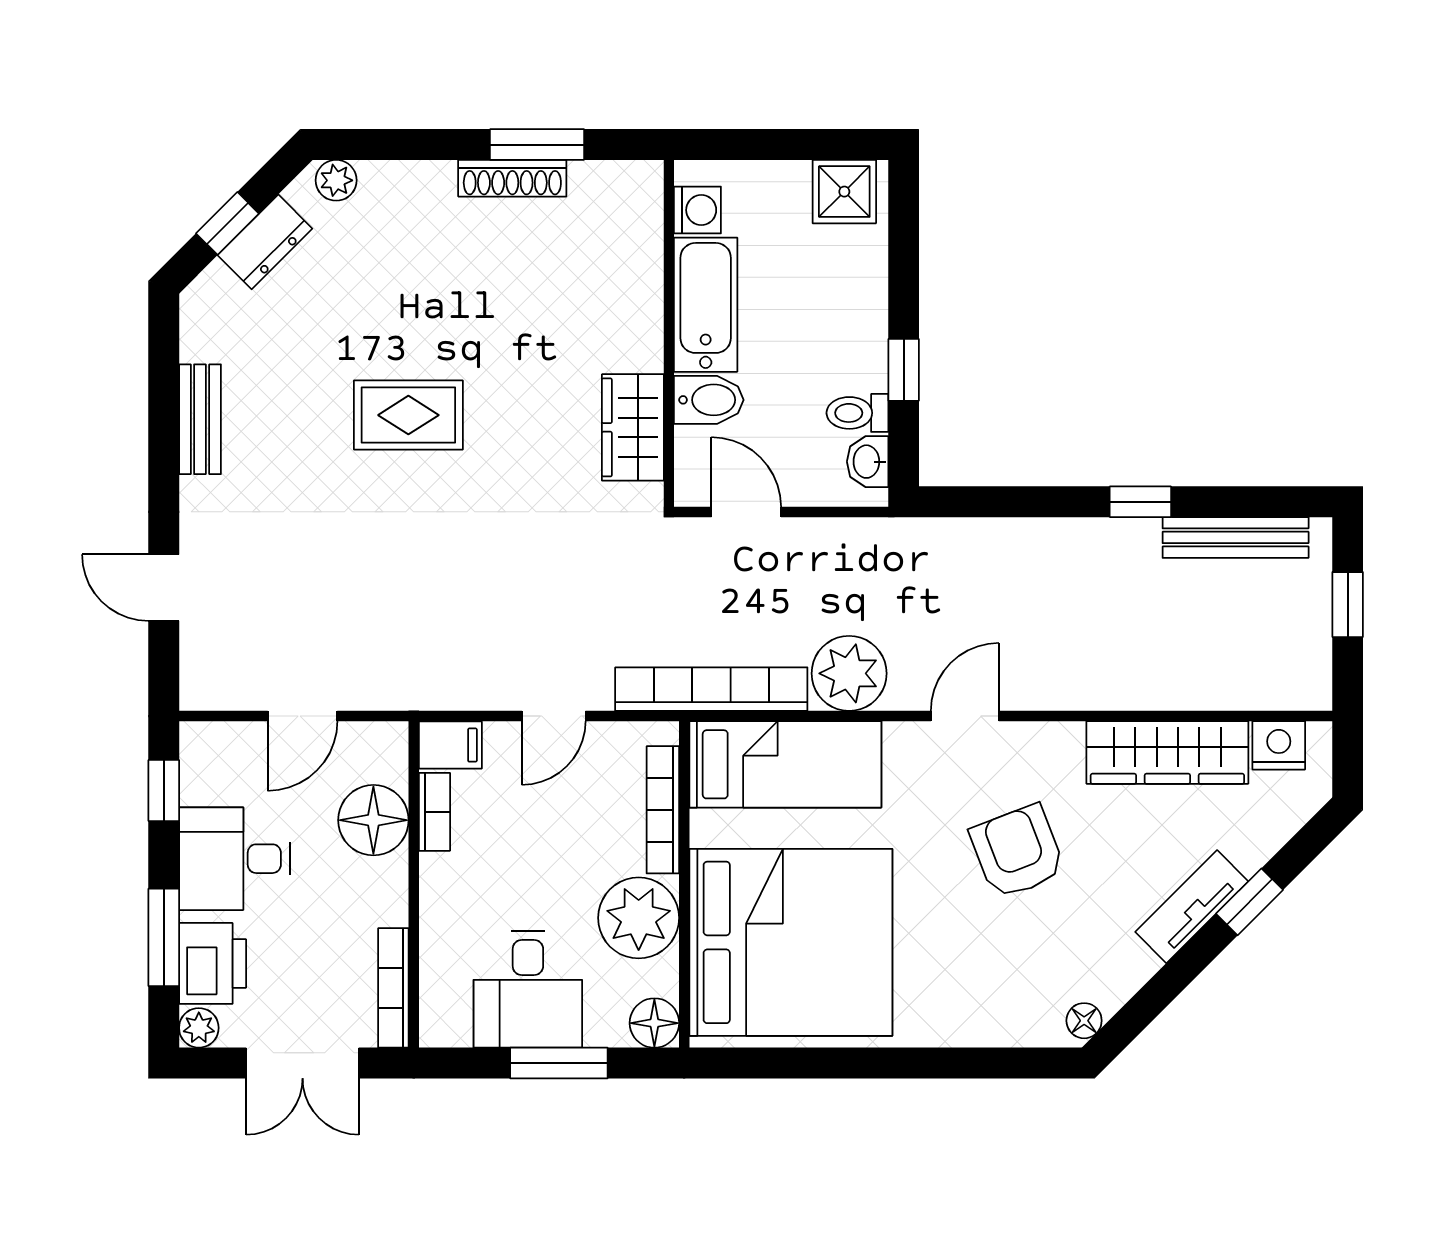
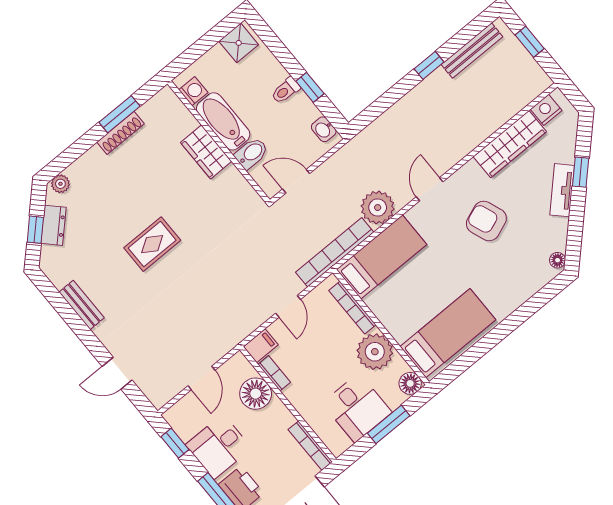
toilet: (857, 413) -> (286, 90), moved
wardrobe: (633, 427) -> (206, 152), moved
bed: (791, 942) -> (448, 333), width x0.49

